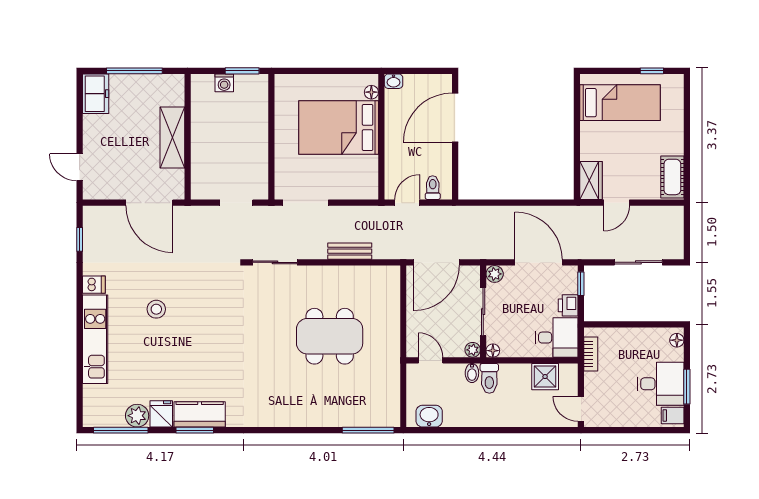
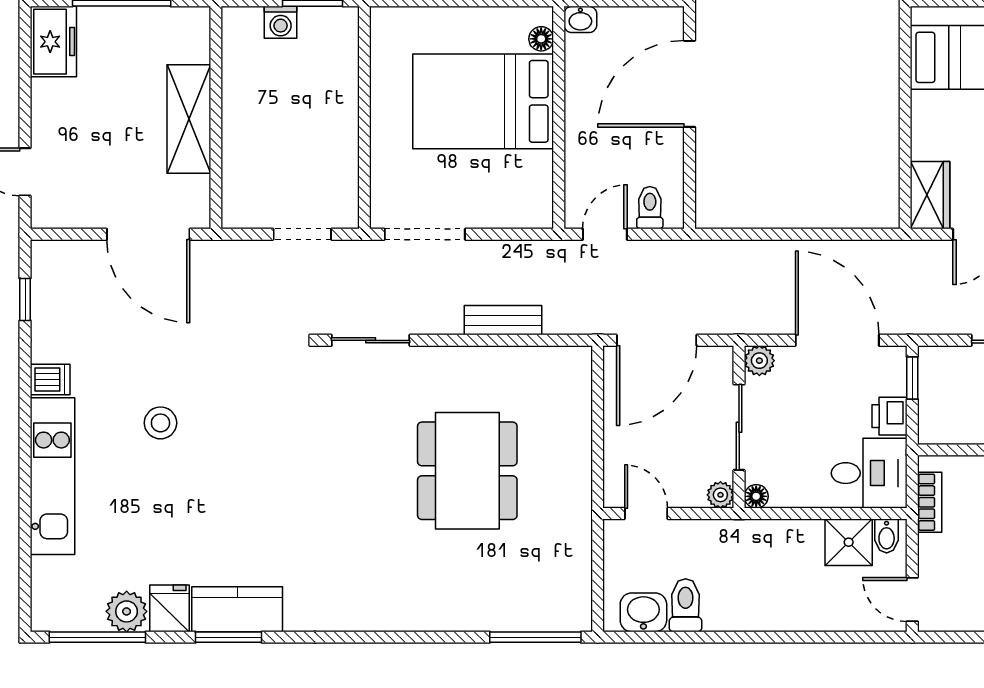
dining table: (330, 336) -> (467, 471), turned 90
bidet: (472, 373) -> (887, 536), moved
toilet: (489, 378) -> (686, 605), moved, turned 180

